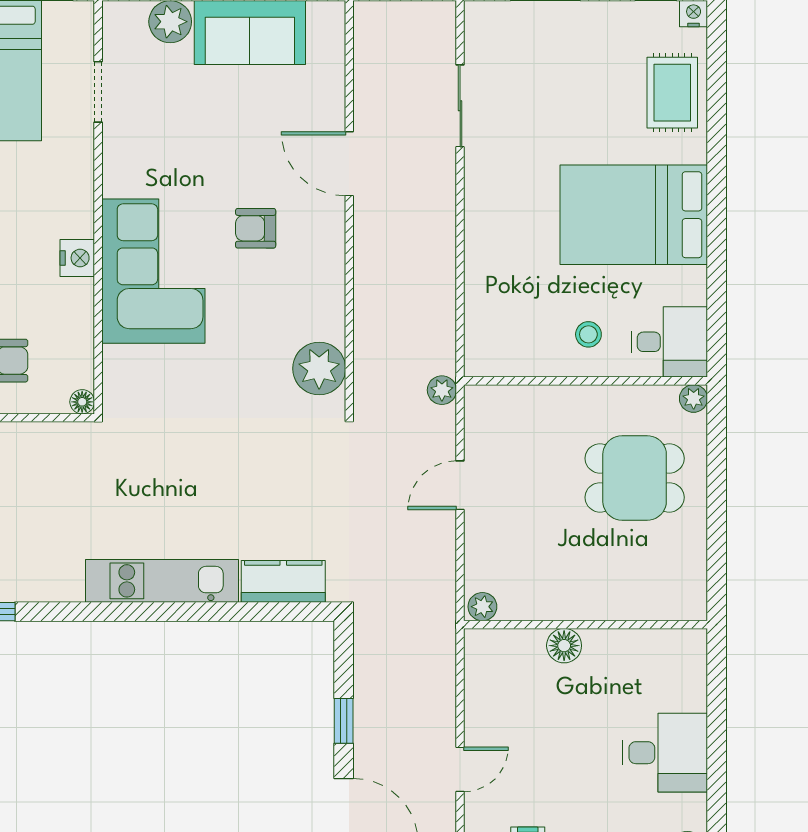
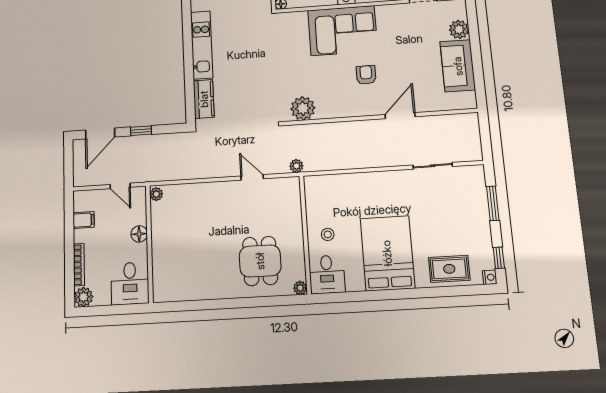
plant: (482, 607) -> (156, 194), moved
wall: (586, 625) -> (149, 244), moved
floor lamp: (564, 646) -> (139, 234), moved

